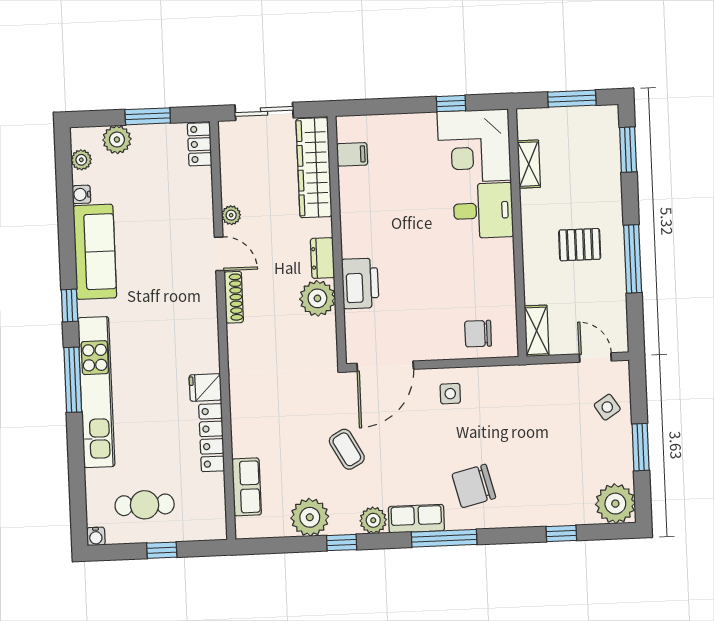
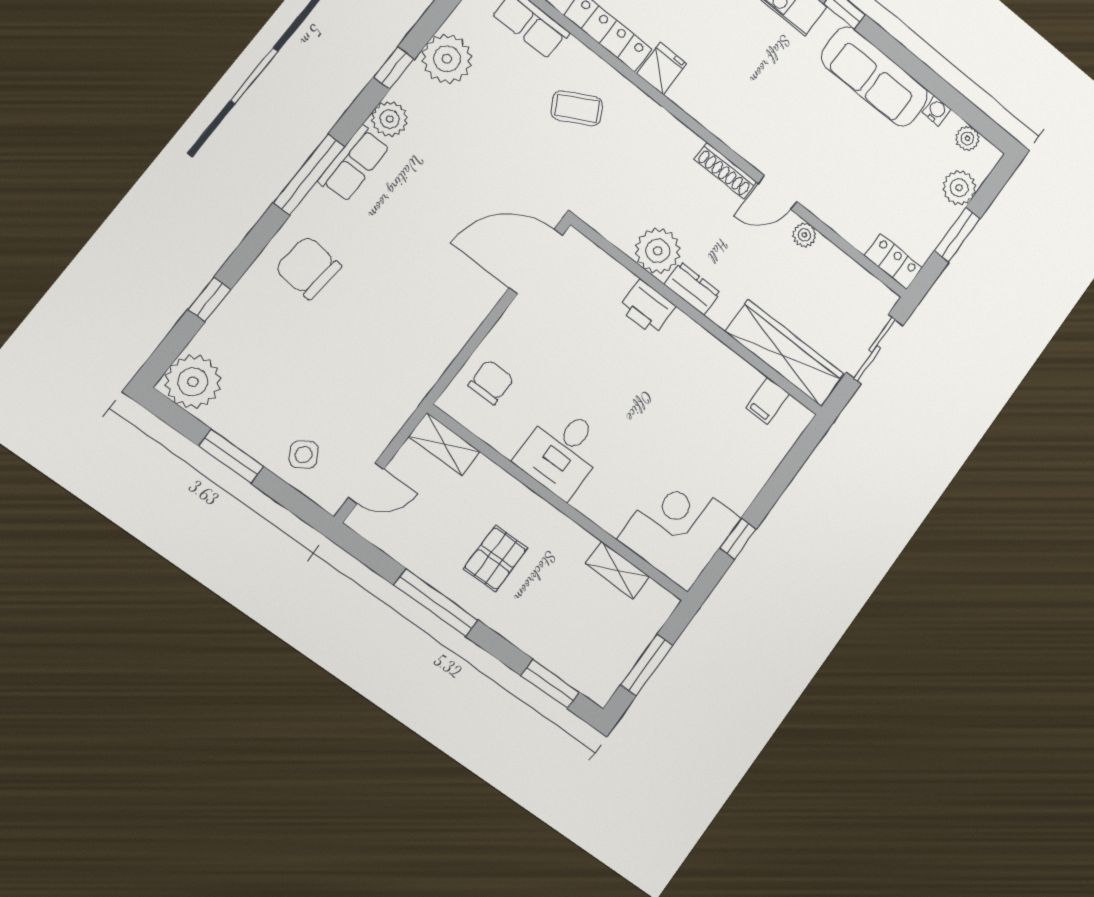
desk: (483, 211) -> (562, 452), moved
printer: (360, 283) -> (647, 307), width x0.73, depth x0.84
door: (385, 366) -> (536, 262), hinge flipped
side table: (450, 394) -> (454, 304), removed
coffee table: (347, 449) -> (577, 108), moved
chair: (474, 486) -> (308, 268), moved, turned -71

